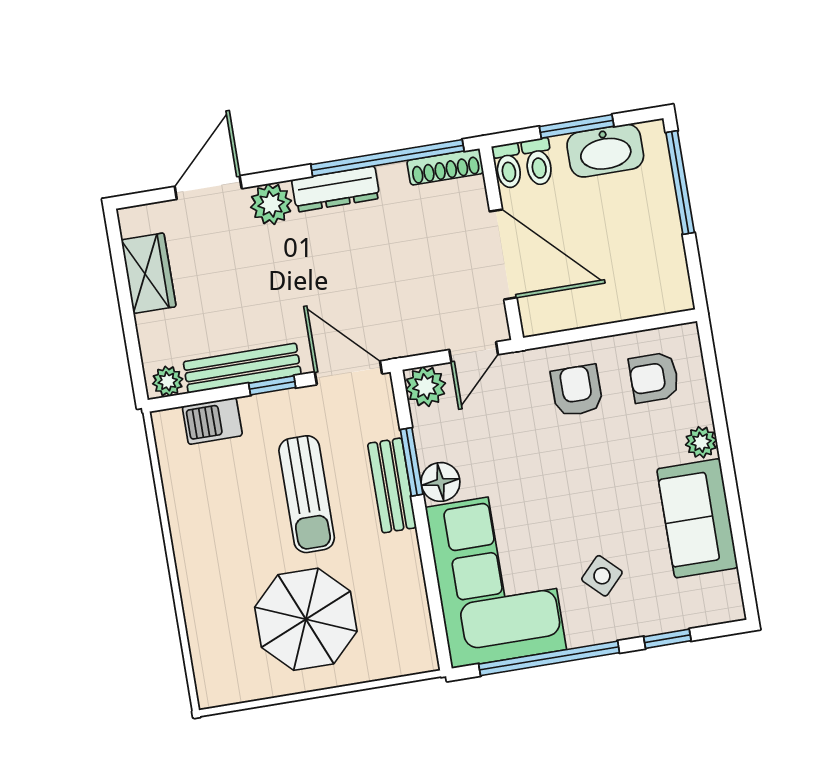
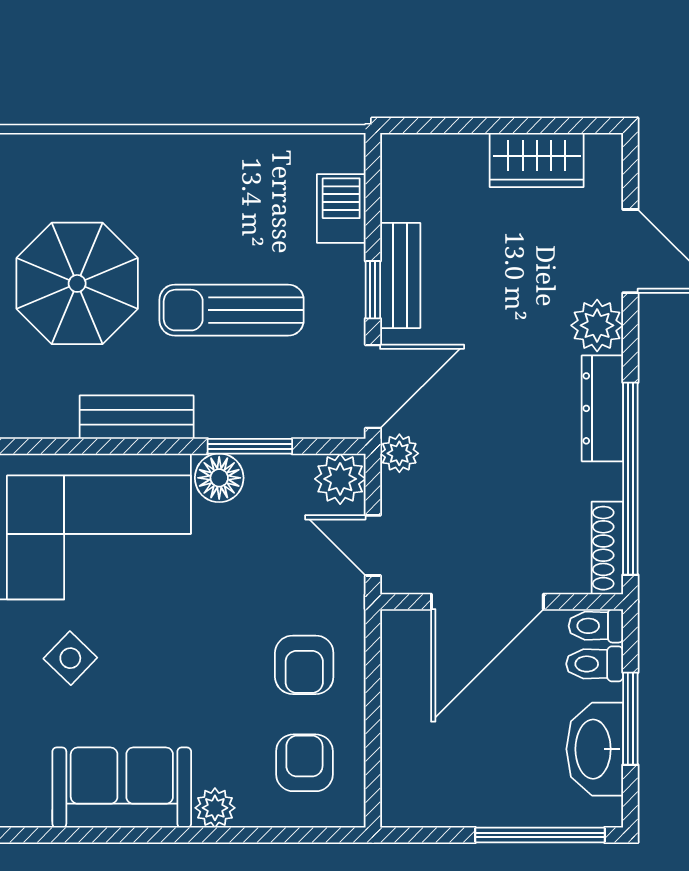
bench: (242, 368) -> (400, 275), width x0.73
plant: (168, 381) -> (399, 453), moved
armchair: (577, 391) -> (304, 665), turned 90
bench: (392, 485) -> (137, 417), moved

